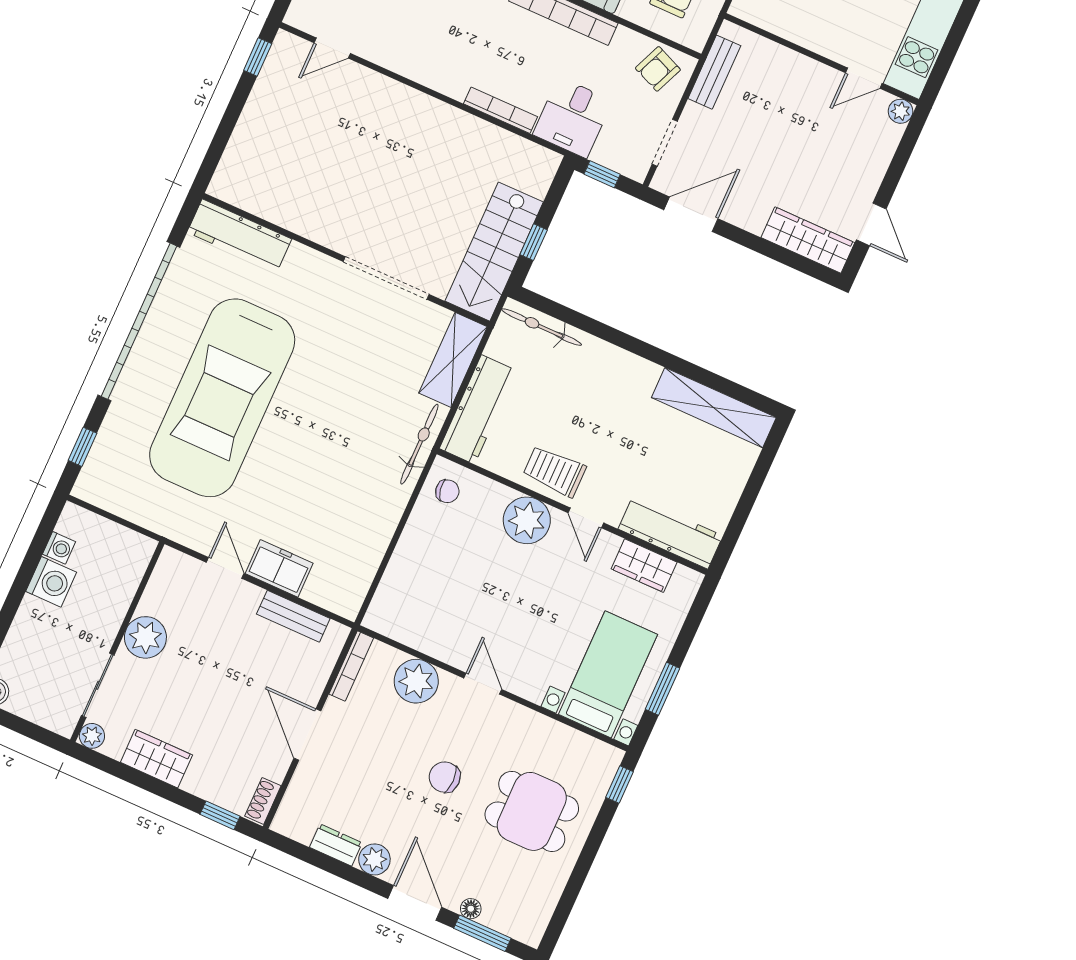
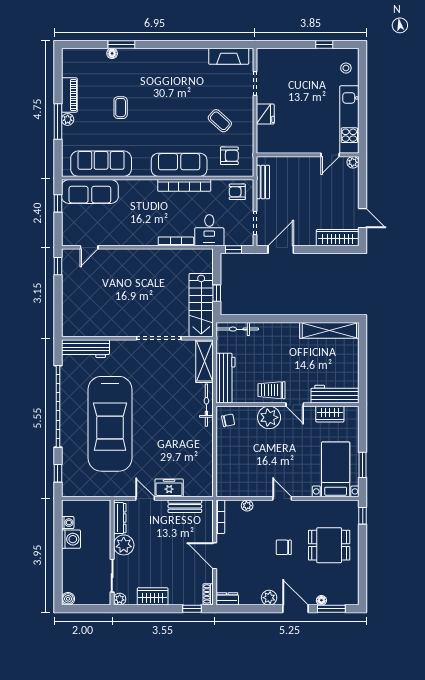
armchair: (658, 69) -> (237, 192), turned 67
dresser: (161, 583) -> (120, 518), added
plant: (416, 681) -> (247, 506), width x0.53, depth x0.53
dresser: (336, 845) -> (227, 599), moved

